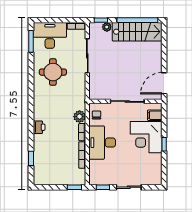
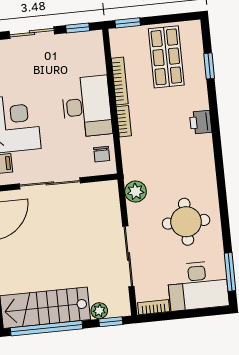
plant: (80, 117) -> (136, 191), moved
shop shelf: (55, 166) -> (166, 57), added

